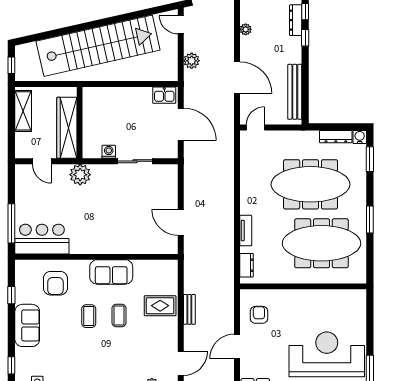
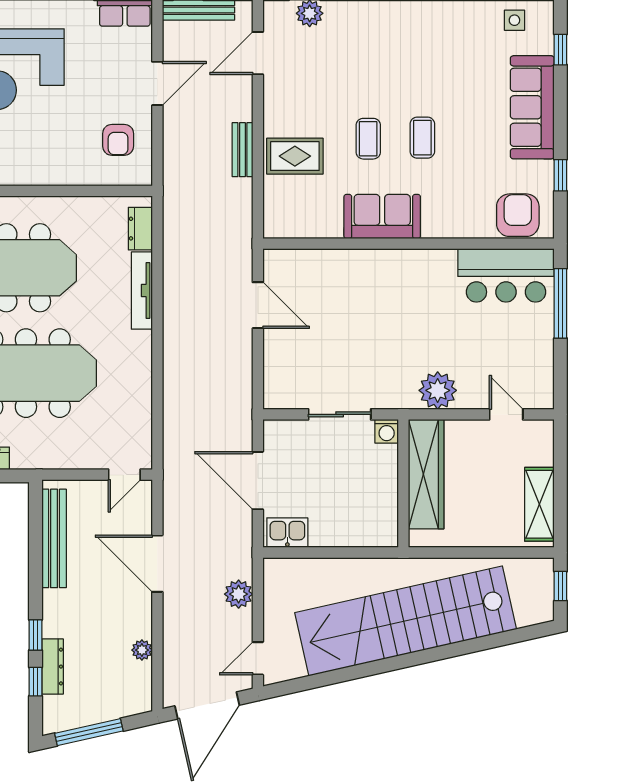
door: (181, 25) -> (258, 658), swing flipped
wall: (80, 123) -> (403, 483), moved
wardrobe: (67, 128) -> (426, 474), moved
tv unit: (246, 231) -> (142, 291), width x1.41
armchair: (55, 283) -> (518, 215), moved
sofa: (27, 325) -> (532, 107), width x1.36

